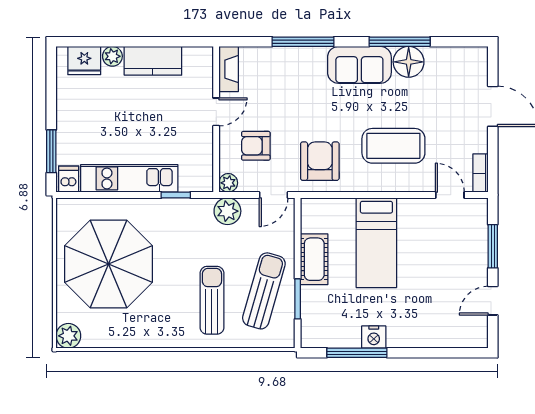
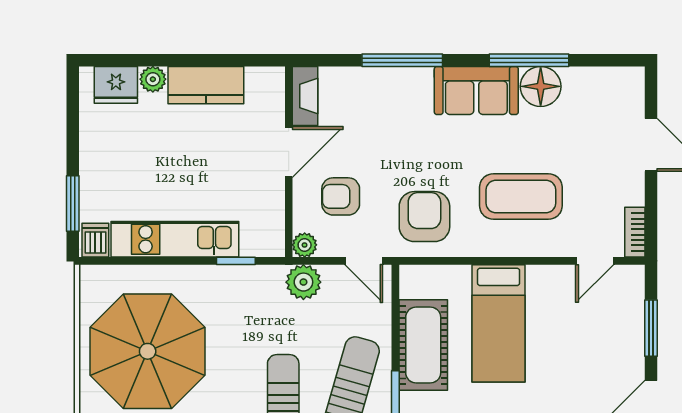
door: (216, 112) -> (289, 152), width x1.38
door: (274, 195) -> (364, 261), hinge flipped
door: (450, 195) -> (595, 261), swing flipped
cot: (314, 259) -> (423, 345), width x1.37, depth x1.34

